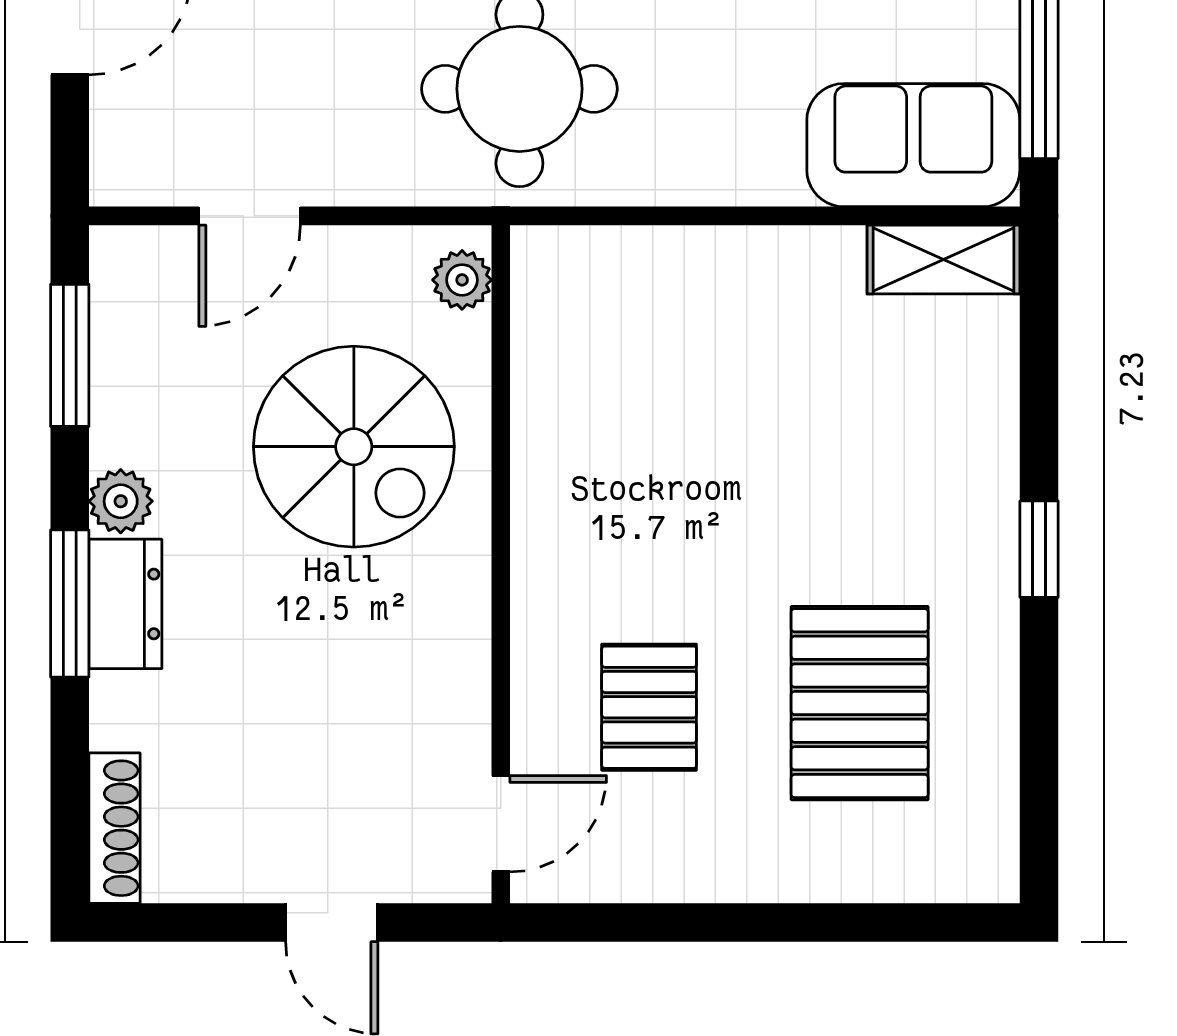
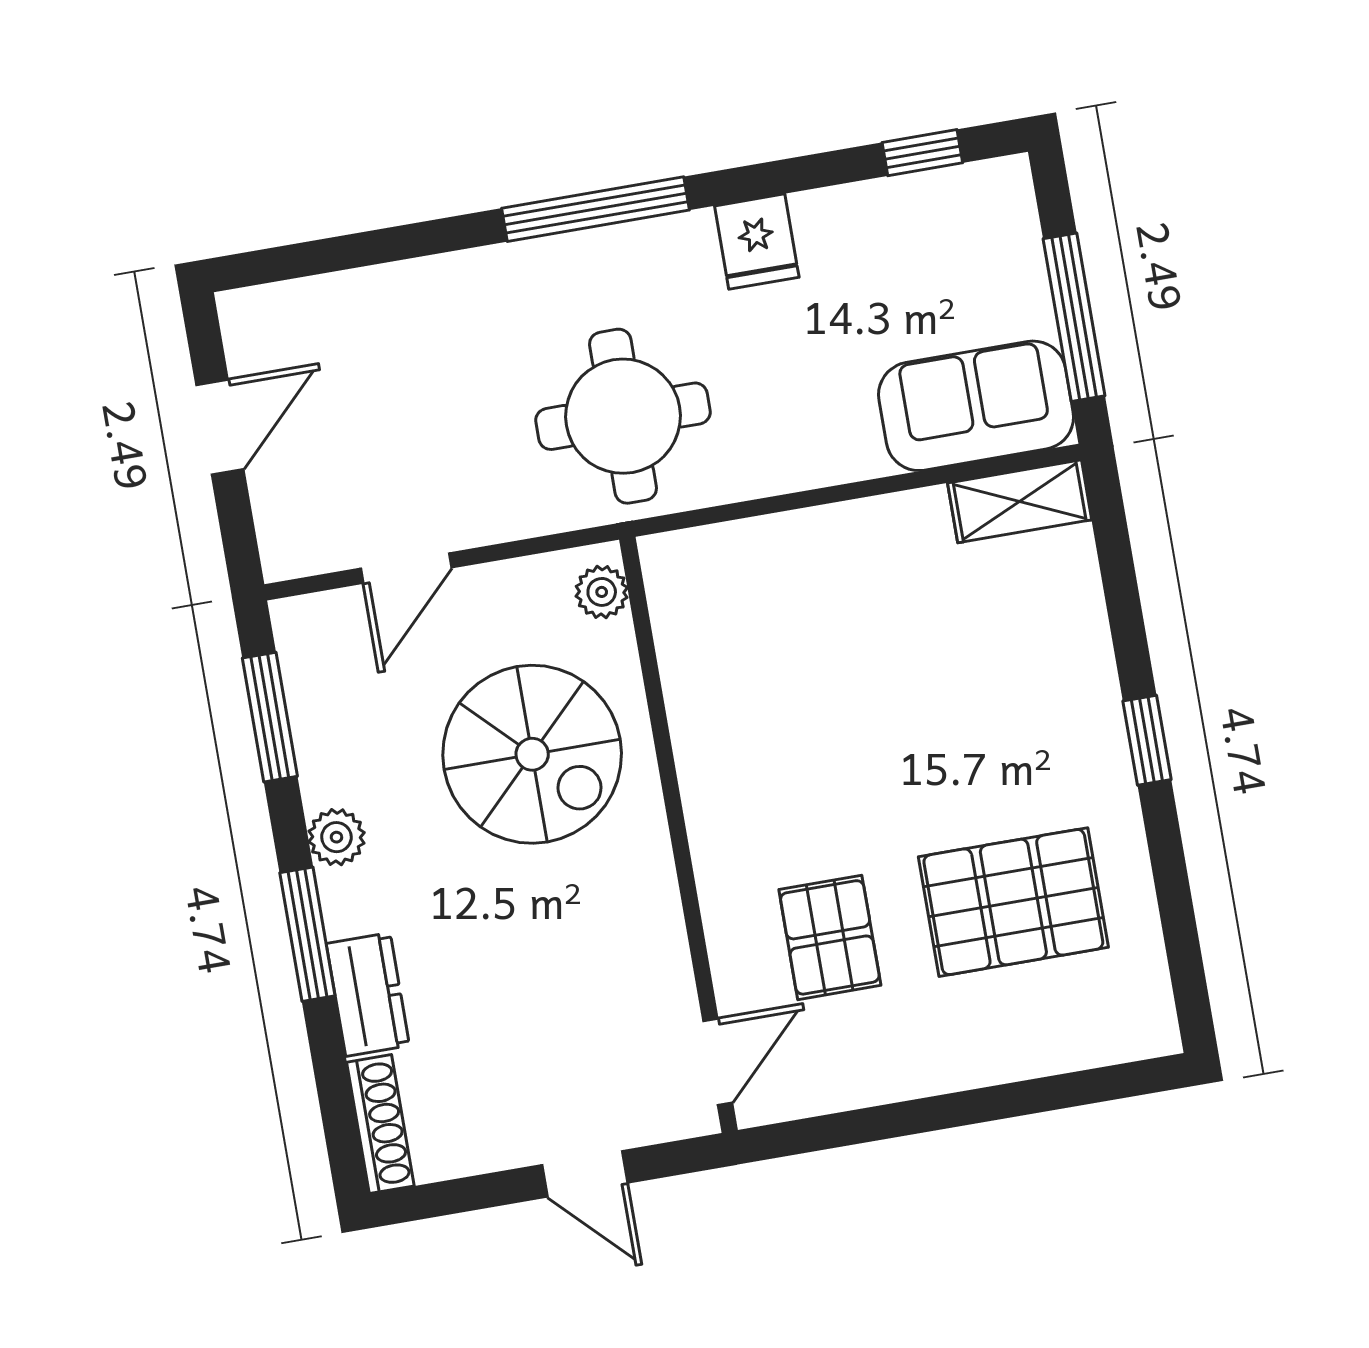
dresser: (125, 604) -> (368, 994), moved
pallet: (860, 703) -> (1013, 902), turned 90

